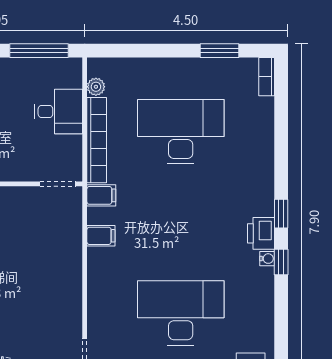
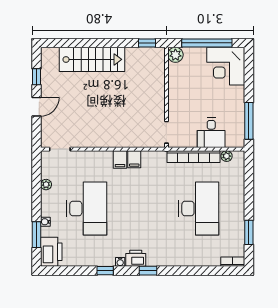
filing cabinet: (101, 195) -> (120, 159), moved
window: (281, 262) -> (105, 271), moved

